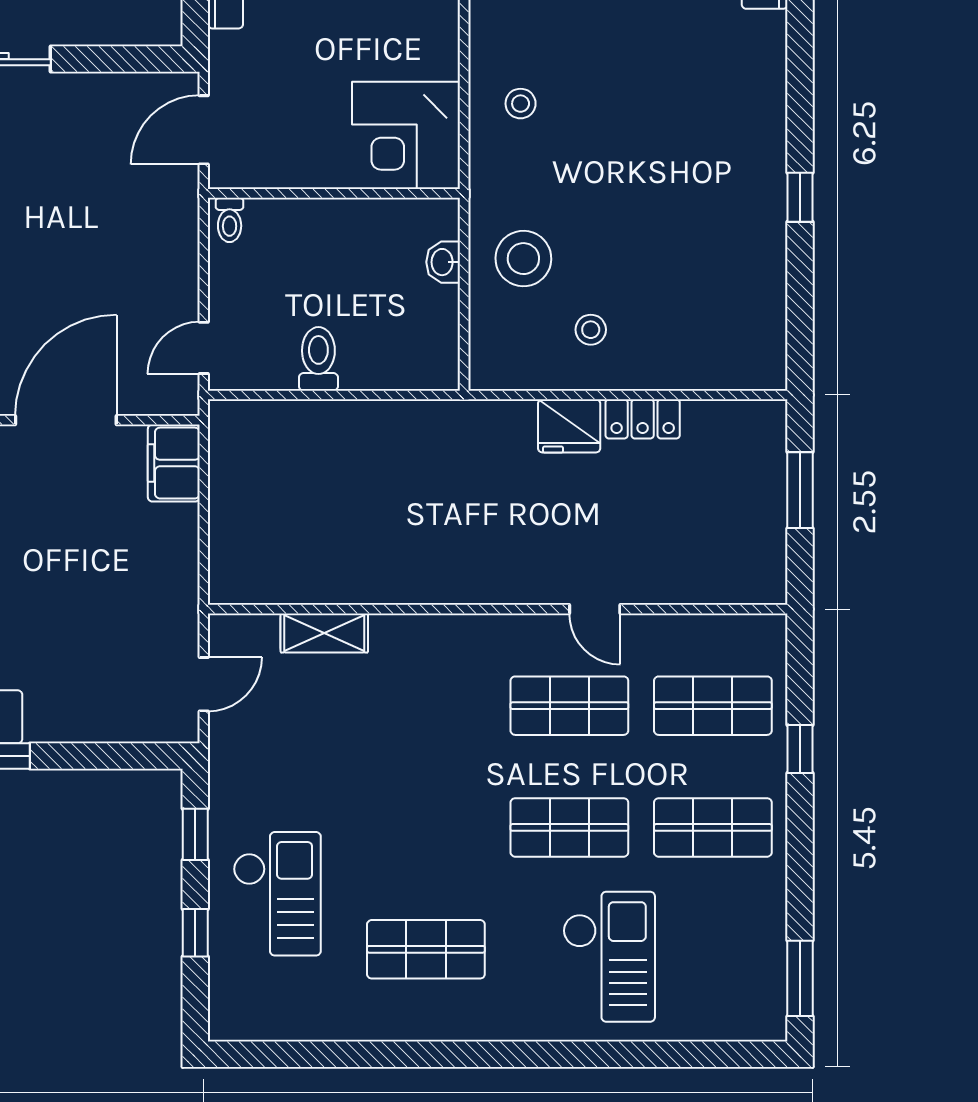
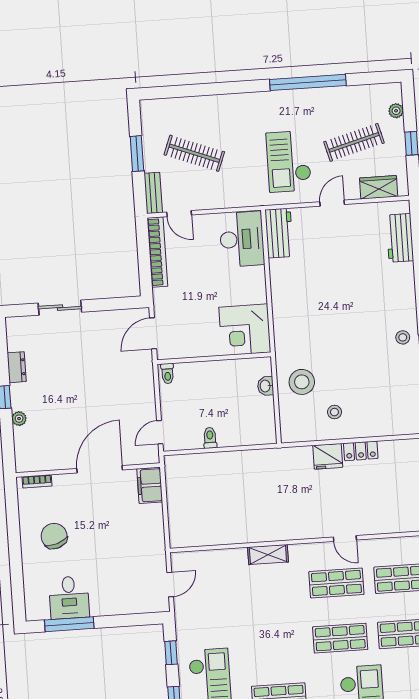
stool: (521, 104) -> (403, 337), moved
toilet: (318, 359) -> (210, 438), width x0.73, depth x0.72
shelving: (324, 633) -> (268, 555), moved

